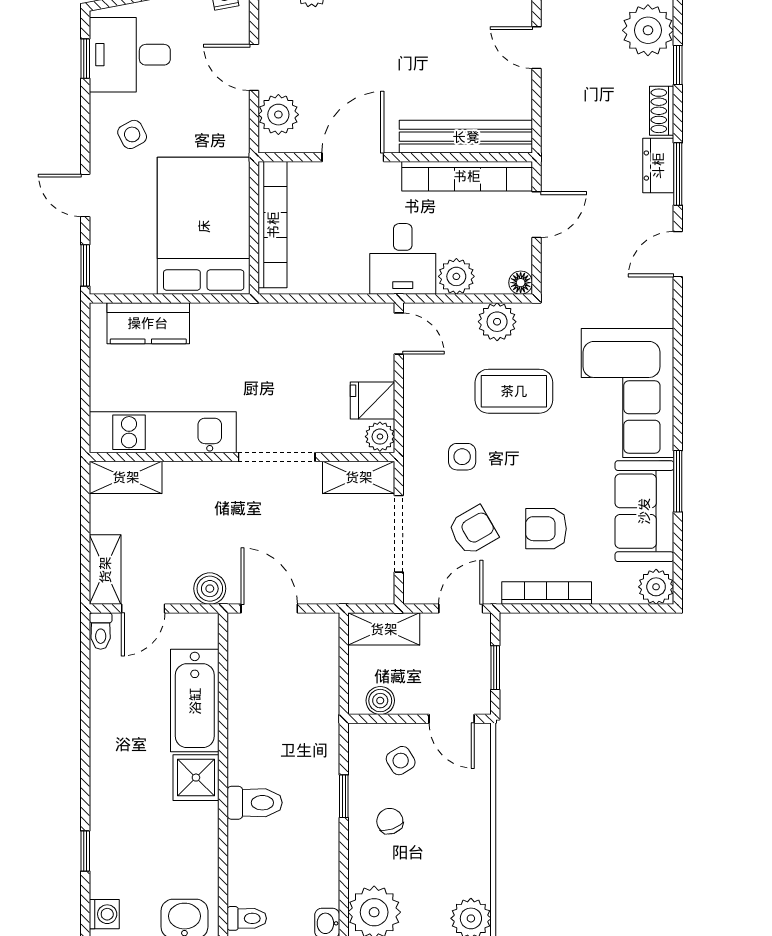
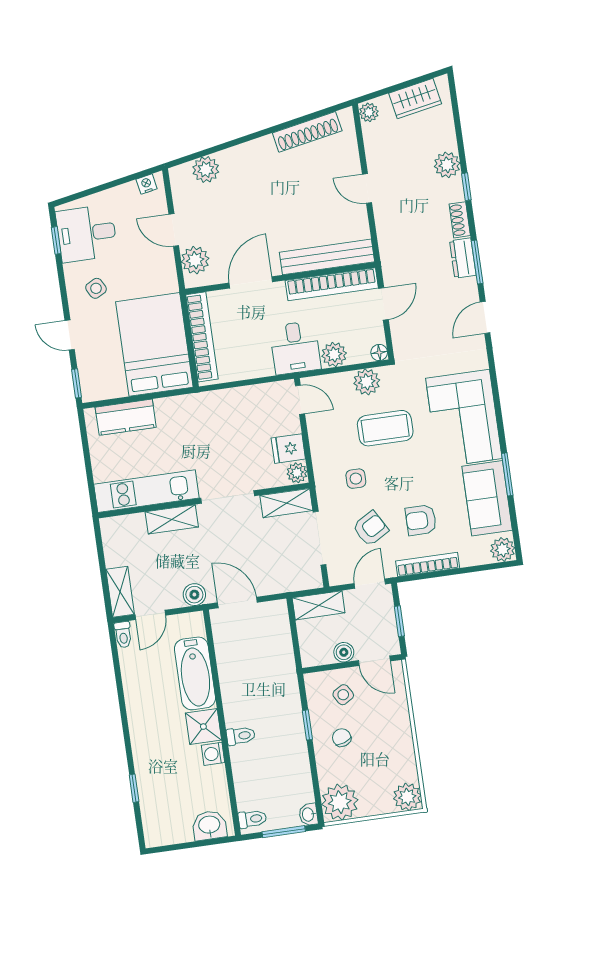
plant: (648, 30) -> (447, 165), width x0.73, depth x0.73
shelving: (126, 477) -> (172, 519), moved
boiler: (380, 701) -> (344, 652), moved
toilet: (255, 803) -> (241, 736), width x0.73, depth x0.72
washing machine: (104, 914) -> (213, 754), moved, turned 180

